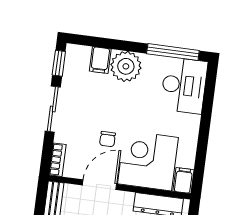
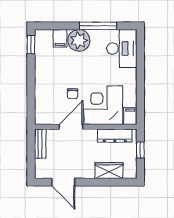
window: (173, 52) -> (98, 26), moved
sliding door: (53, 109) -> (31, 77), removed
bookcase: (58, 160) -> (39, 113), removed

